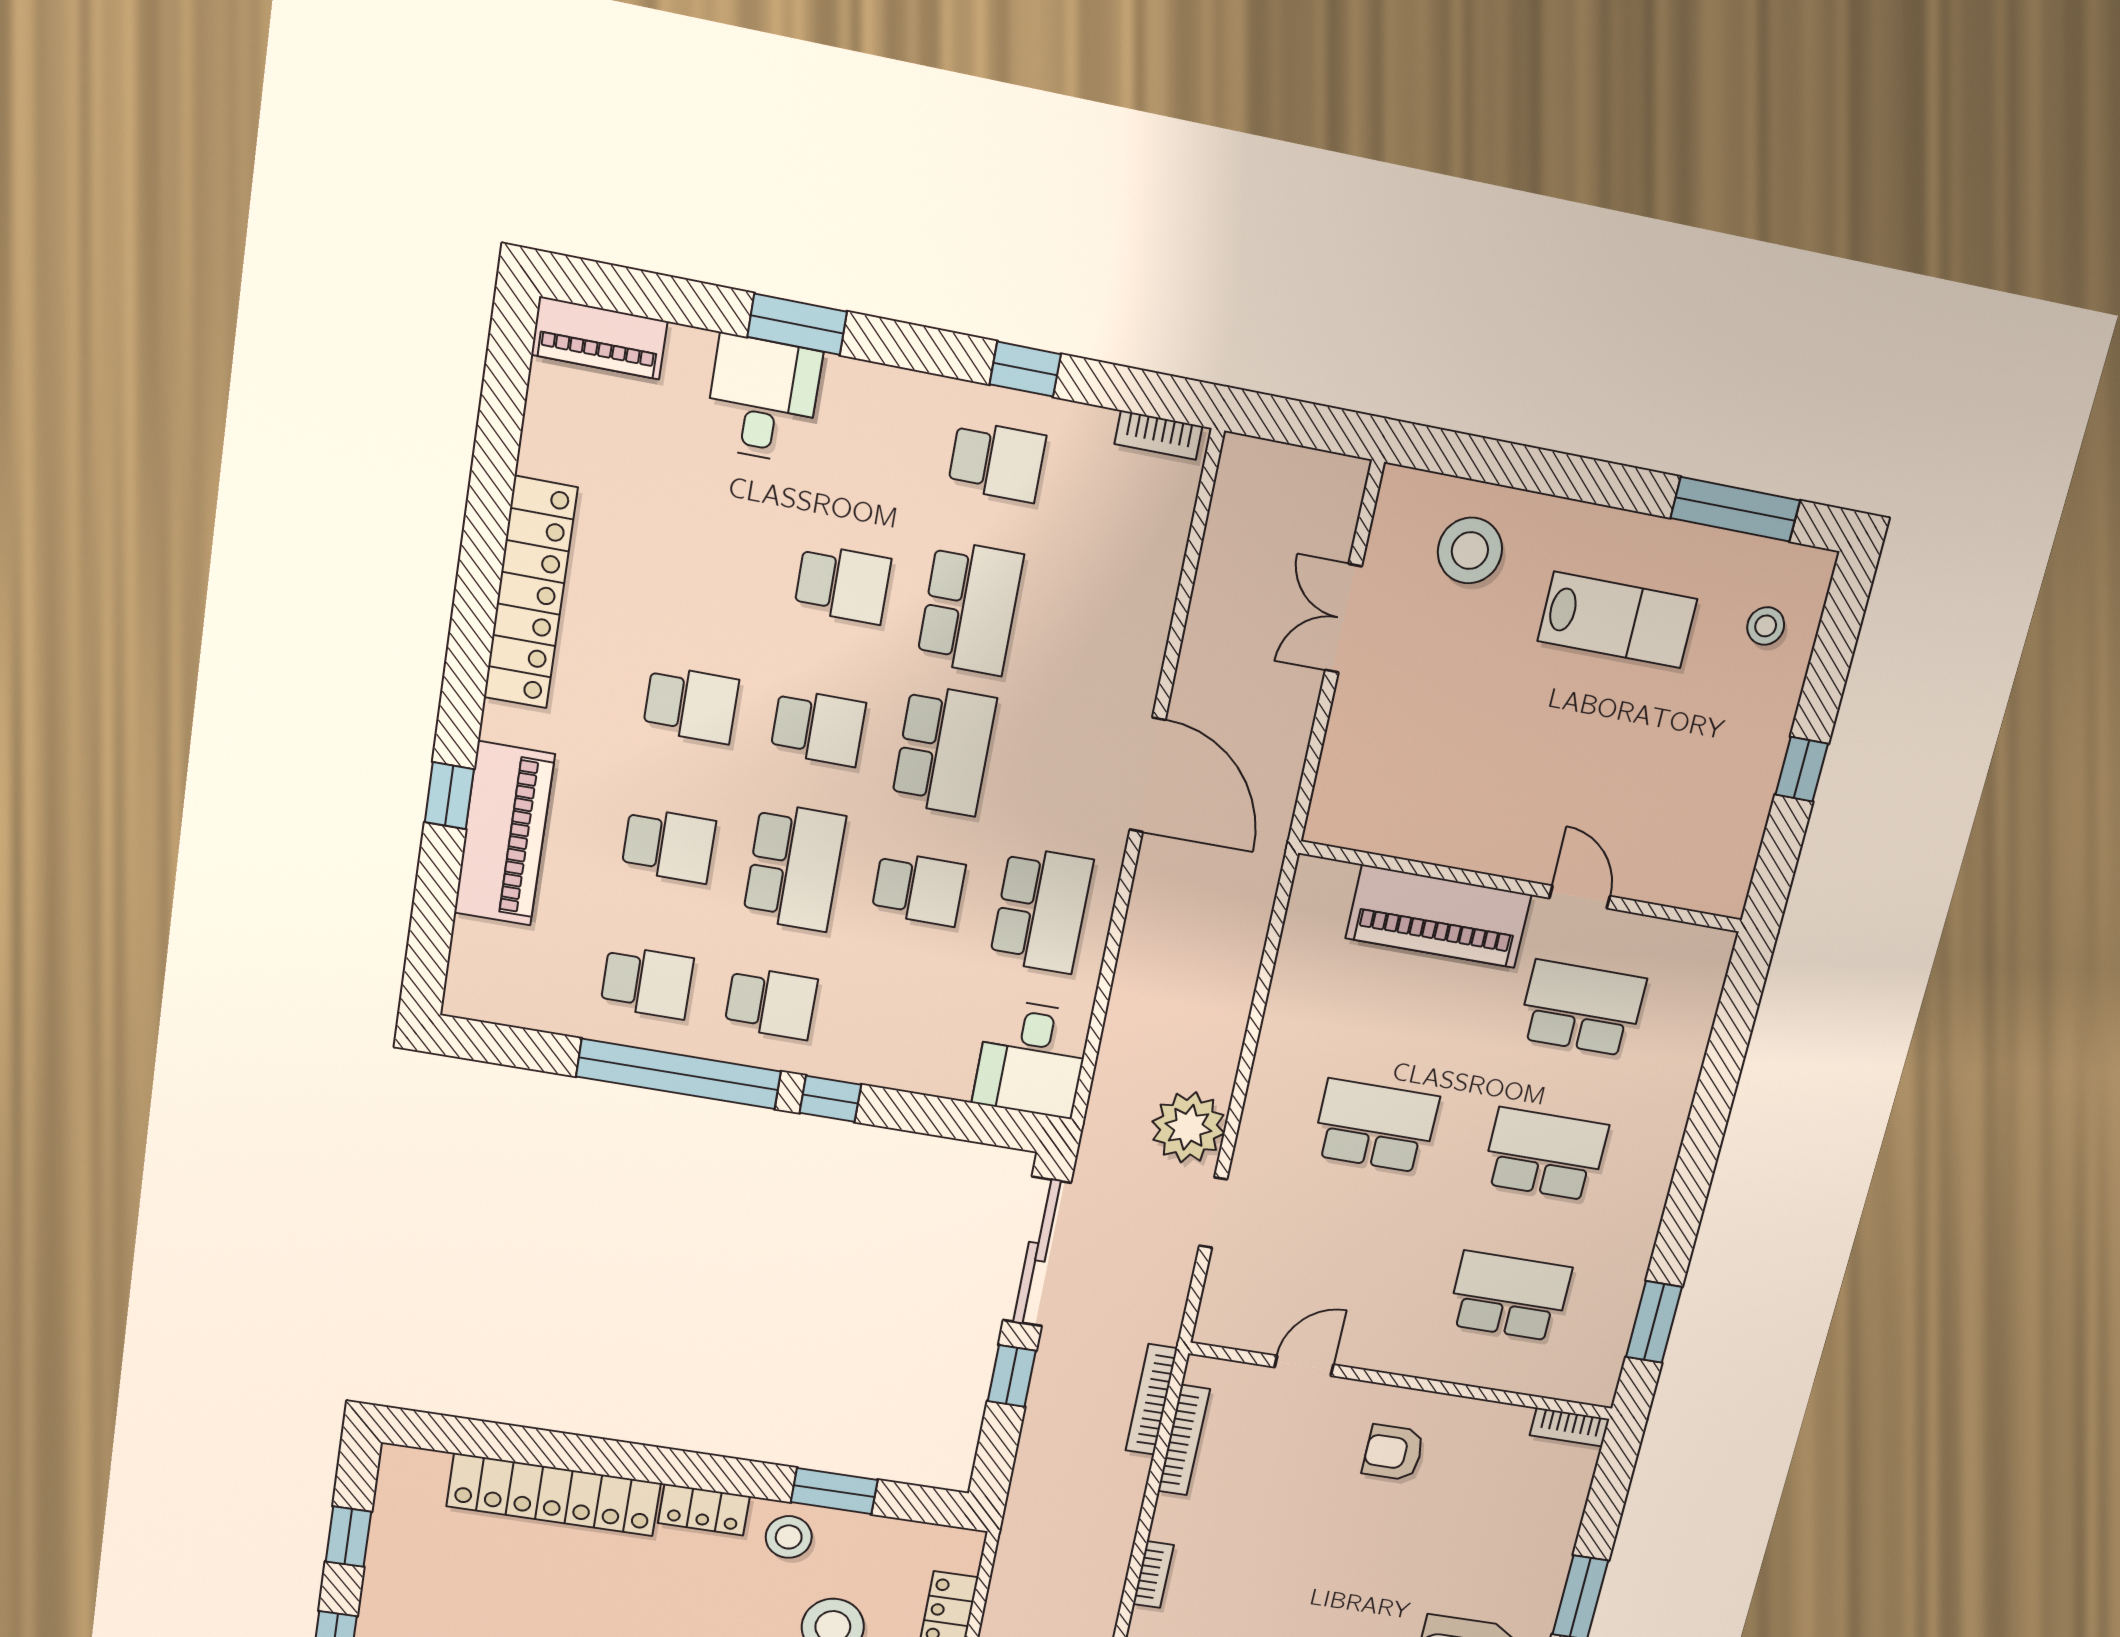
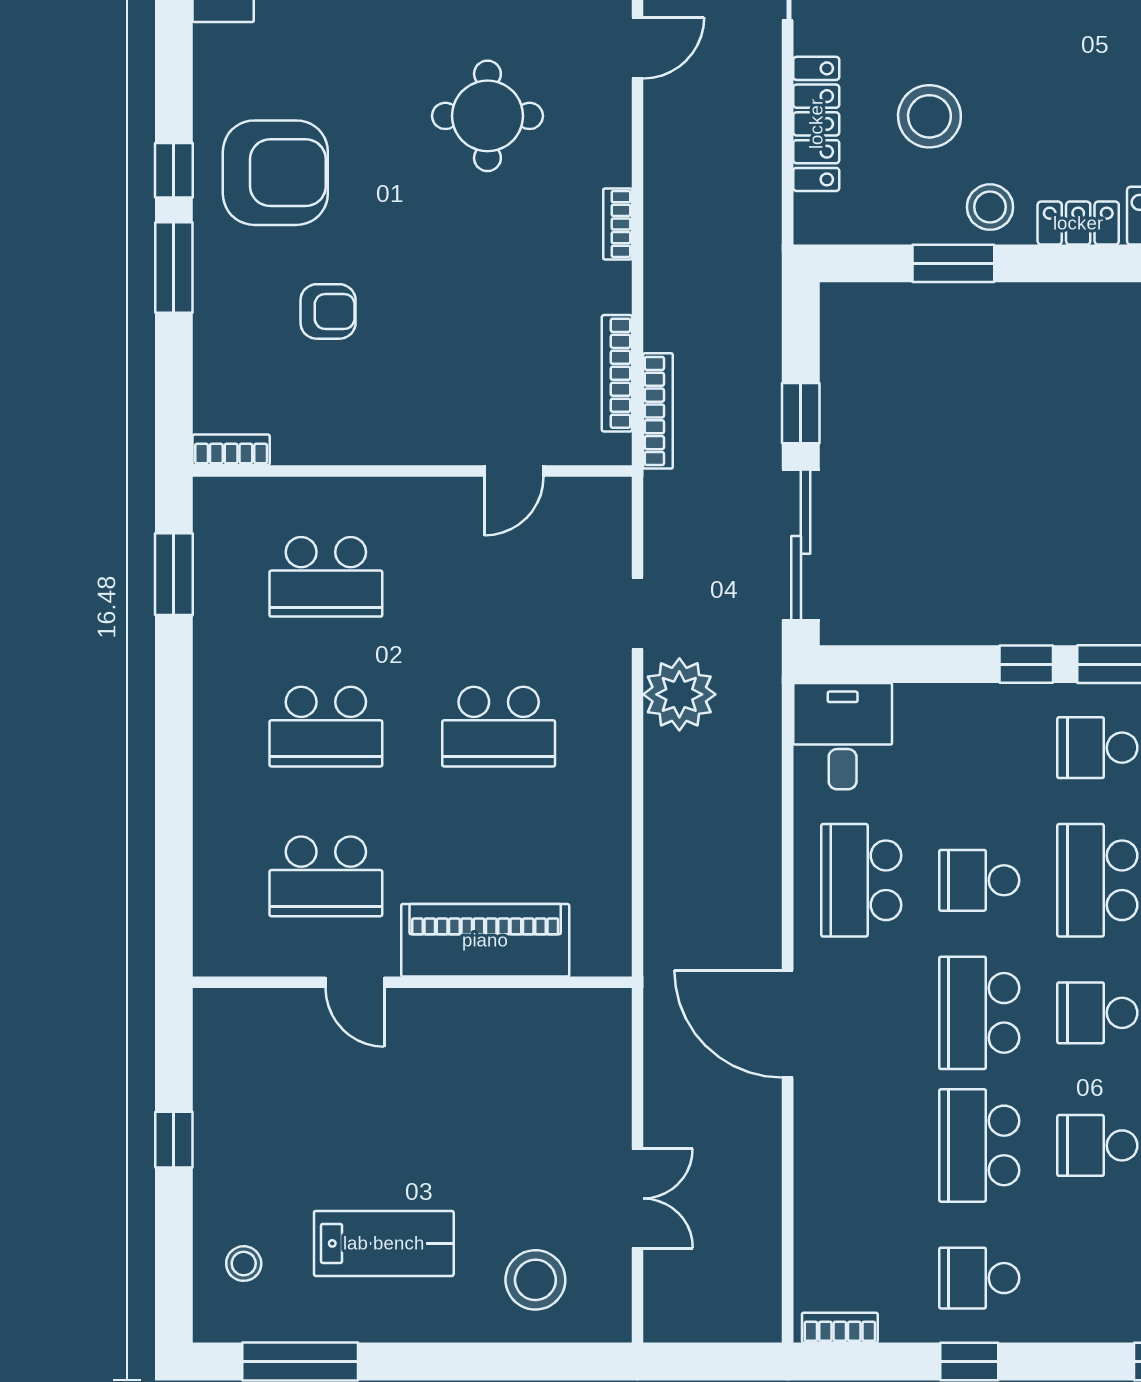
lab bench: (1617, 620) -> (384, 1243), turned 180
armchair: (1393, 1453) -> (328, 311), moved

